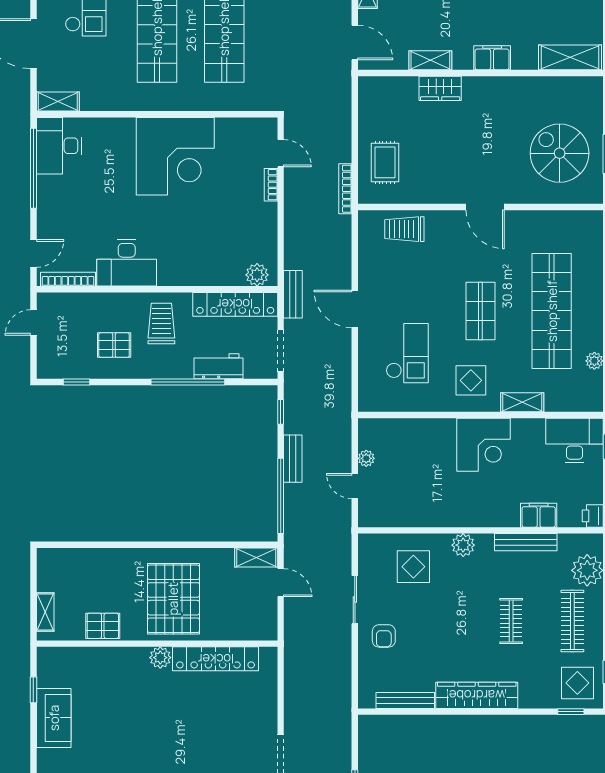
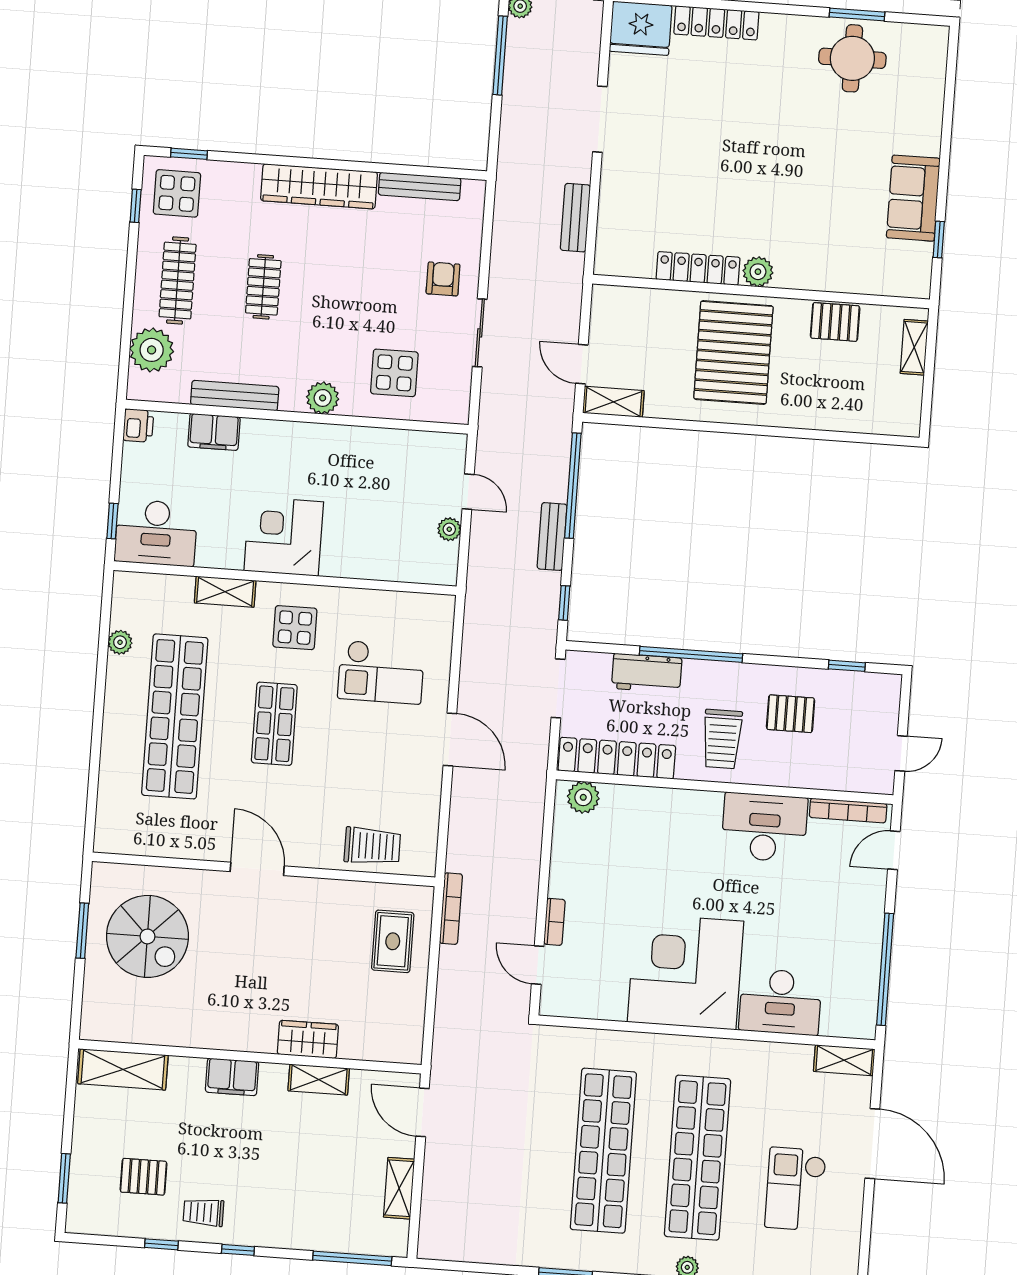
desk: (59, 146) -> (780, 1002), moved, turned 90
bench: (293, 294) -> (575, 218), moved
checkout: (407, 353) -> (381, 672), turned -90
locker: (216, 659) -> (698, 268), width x0.71, depth x0.83

